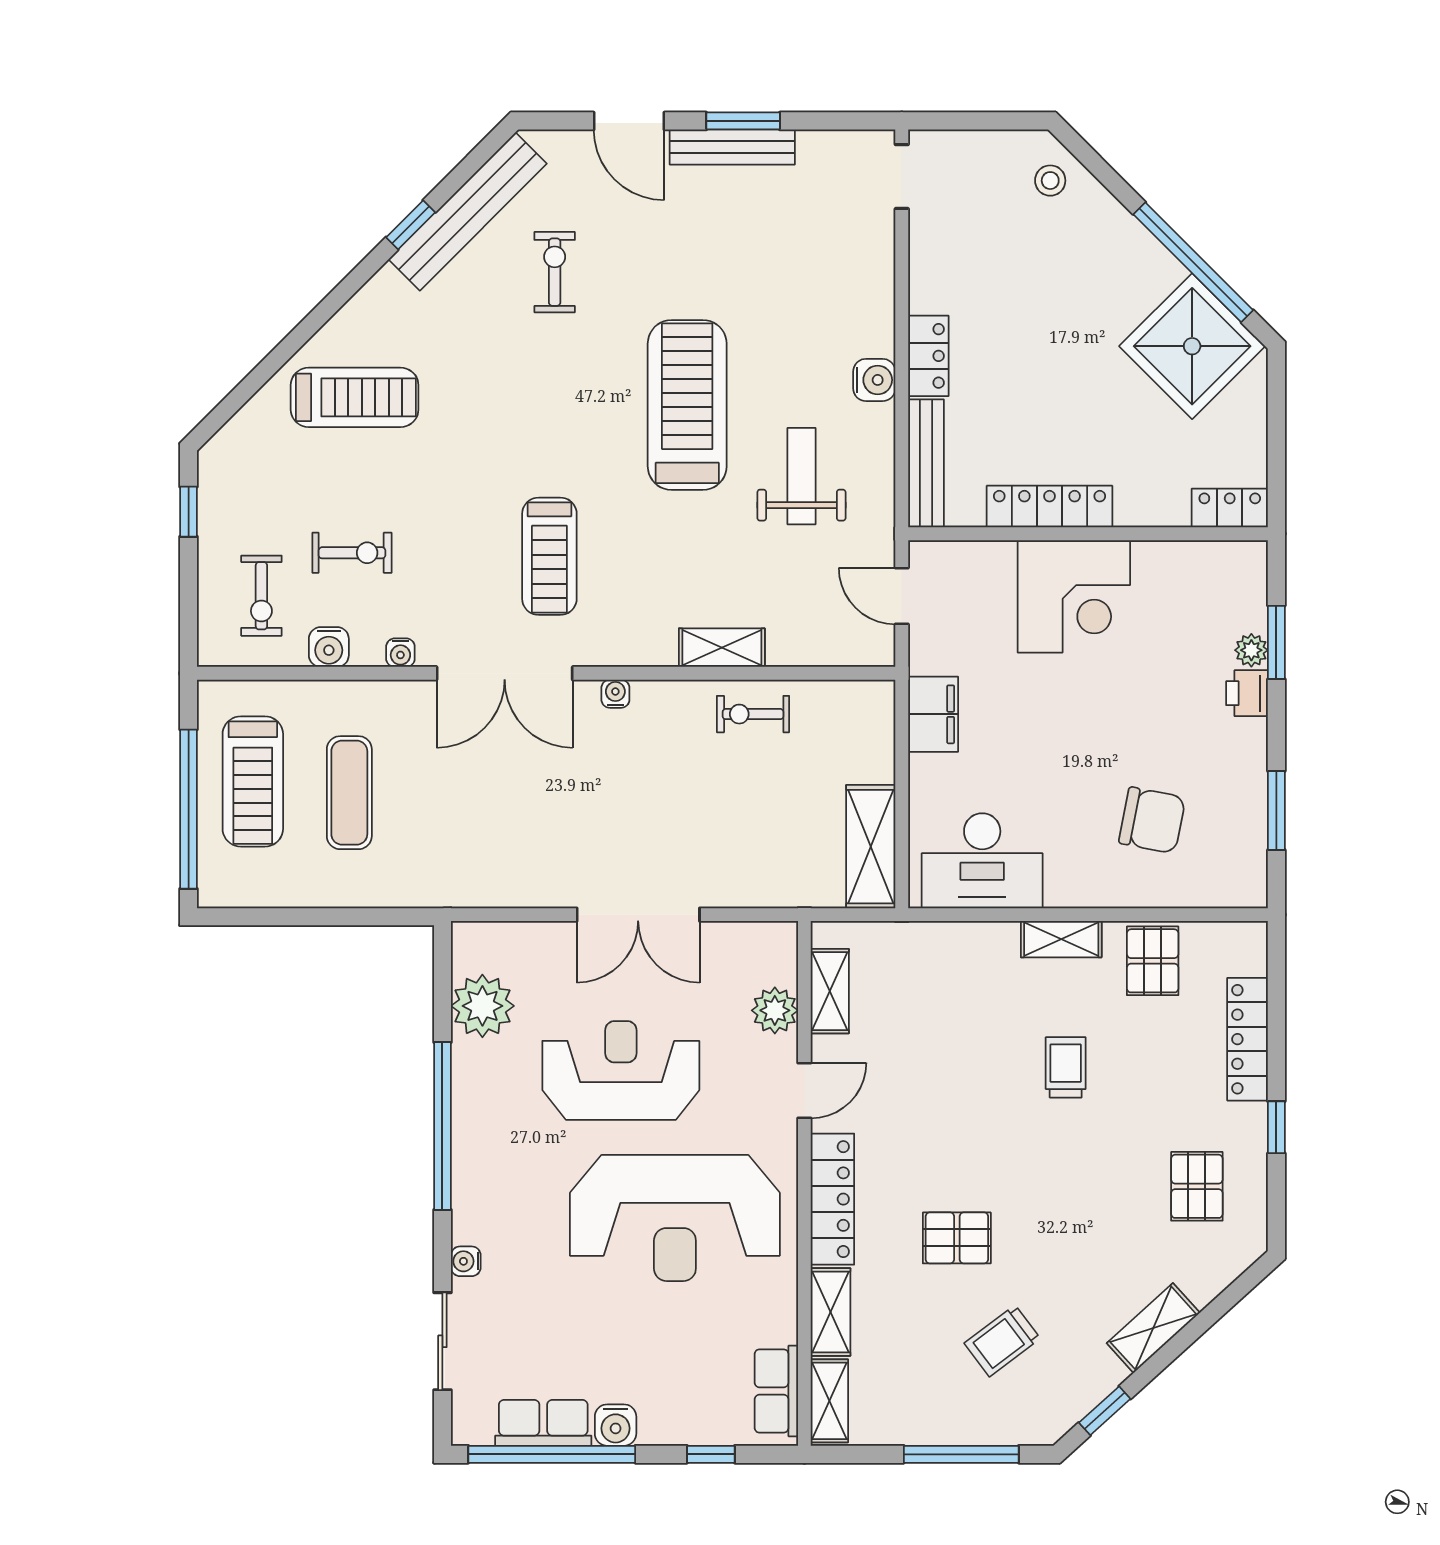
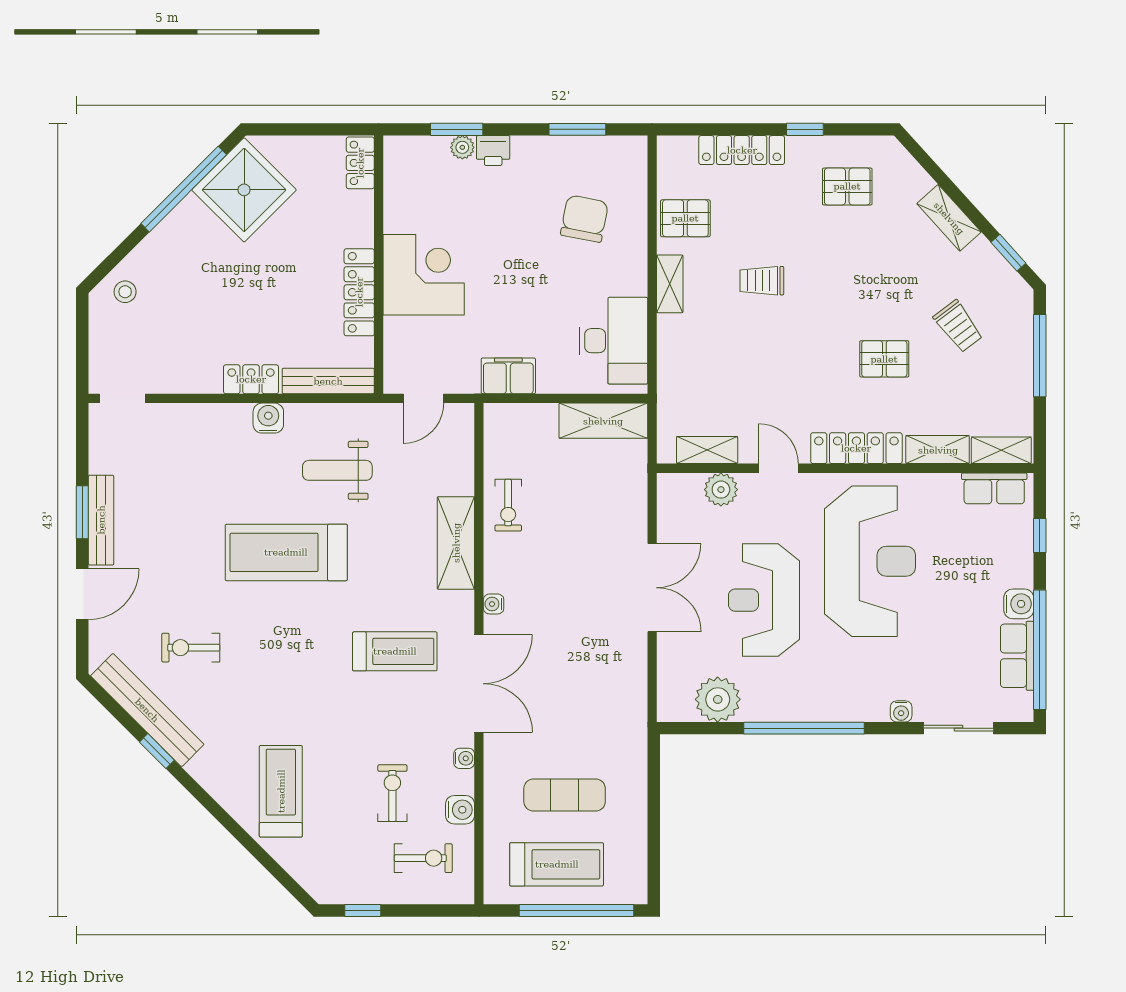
shelving: (722, 648) -> (456, 543), width x1.50, depth x1.33
pallet: (957, 1238) -> (884, 359), turned 90

